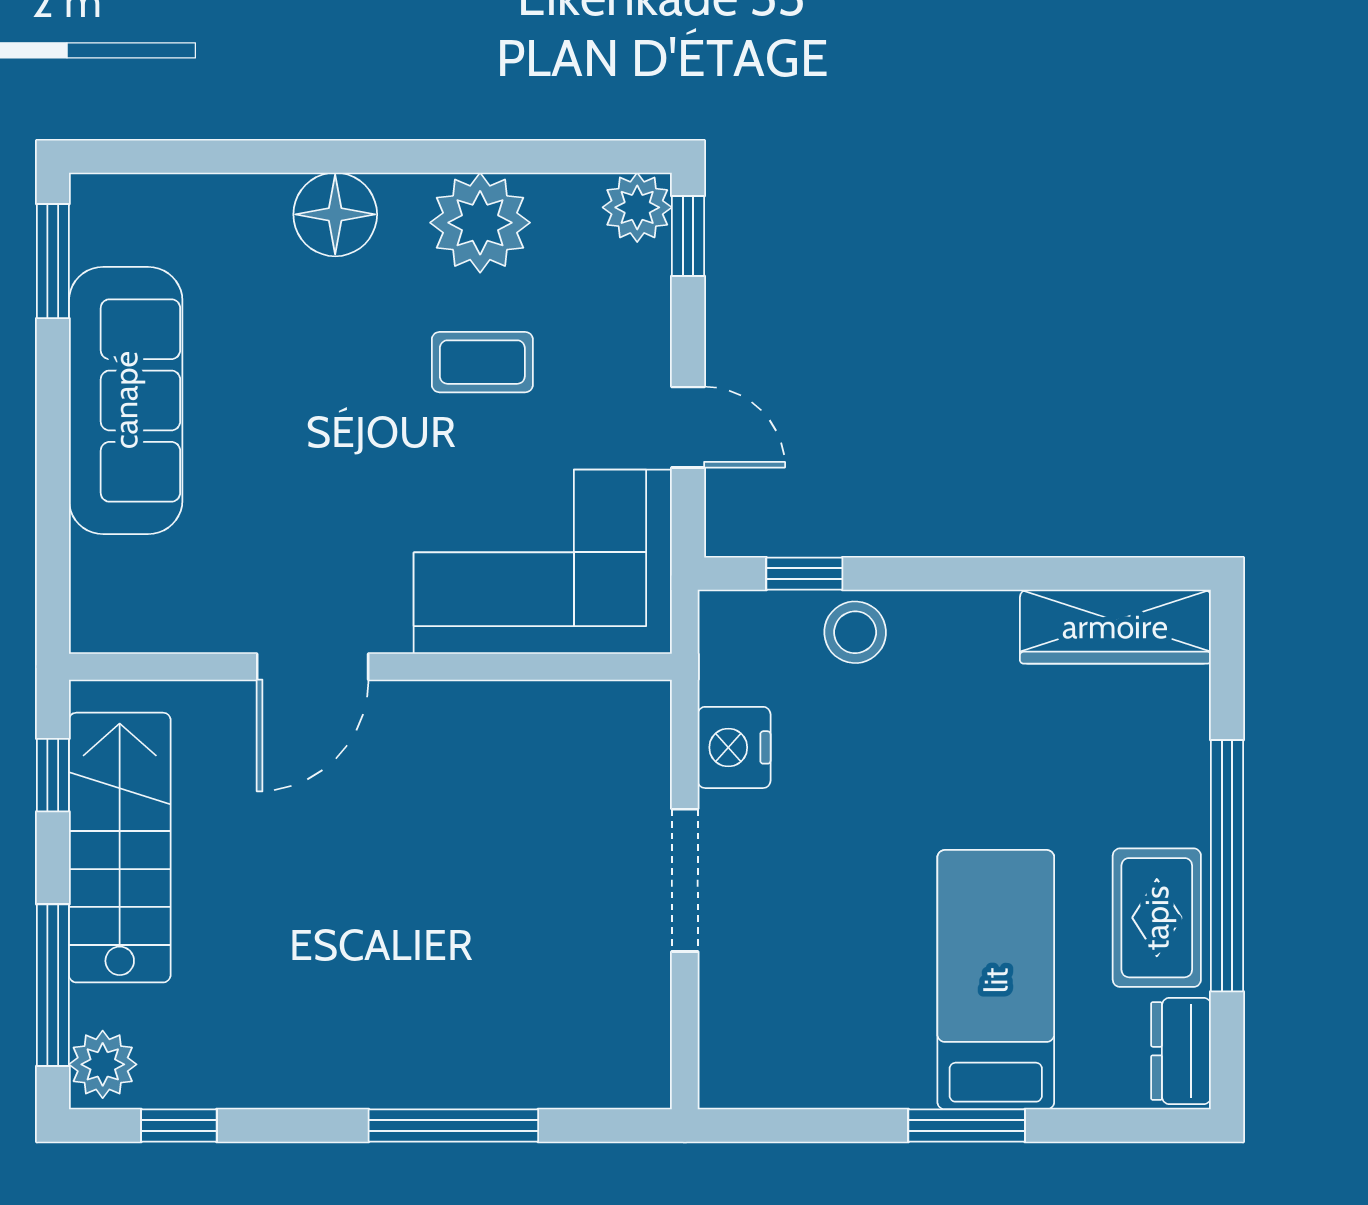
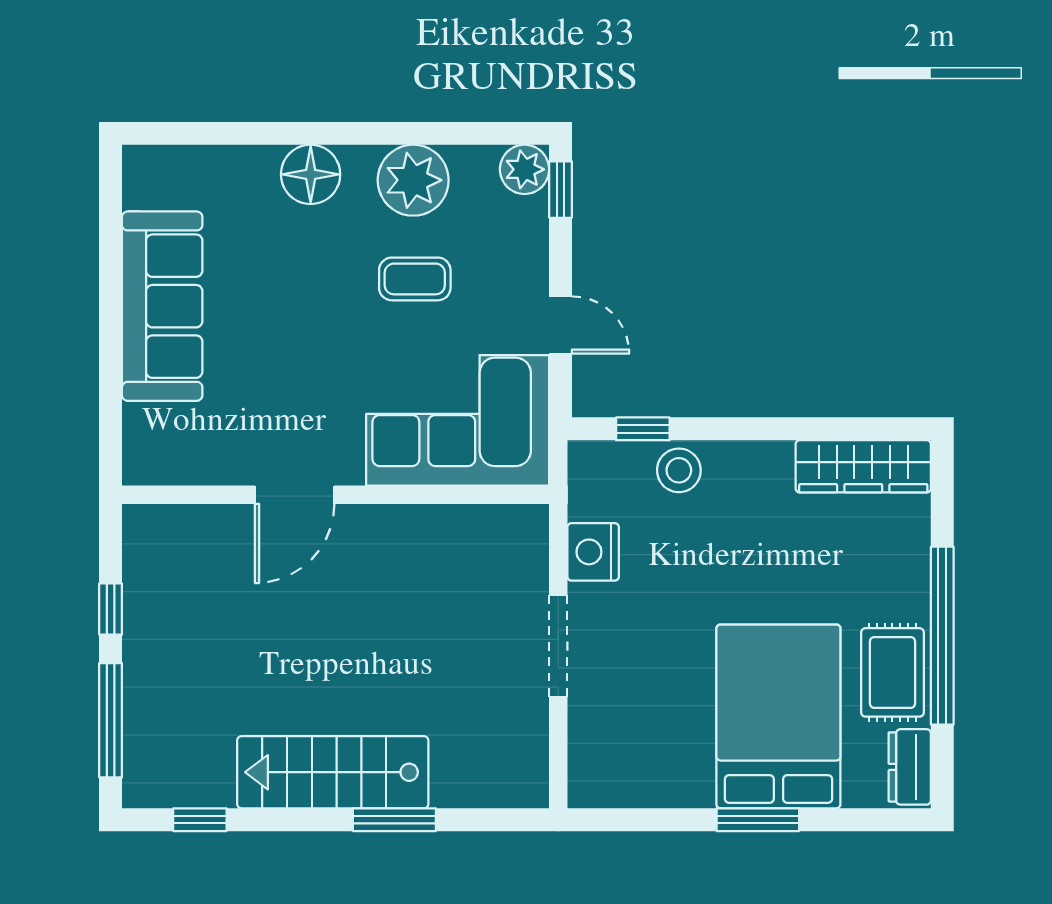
window: (53, 261) -> (111, 207), removed
window: (53, 775) -> (111, 609), moved
stairs: (120, 848) -> (333, 772), moved, turned -90
bed: (996, 980) -> (778, 716), width x1.50
plant: (103, 1064) -> (146, 776), removed
window: (453, 1125) -> (394, 820), width x0.69

